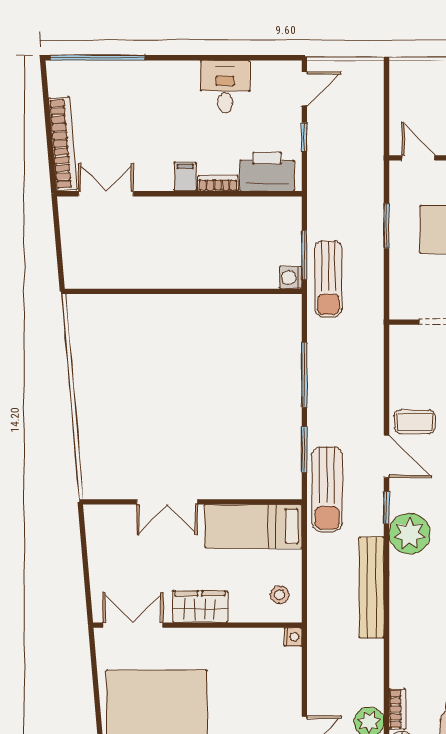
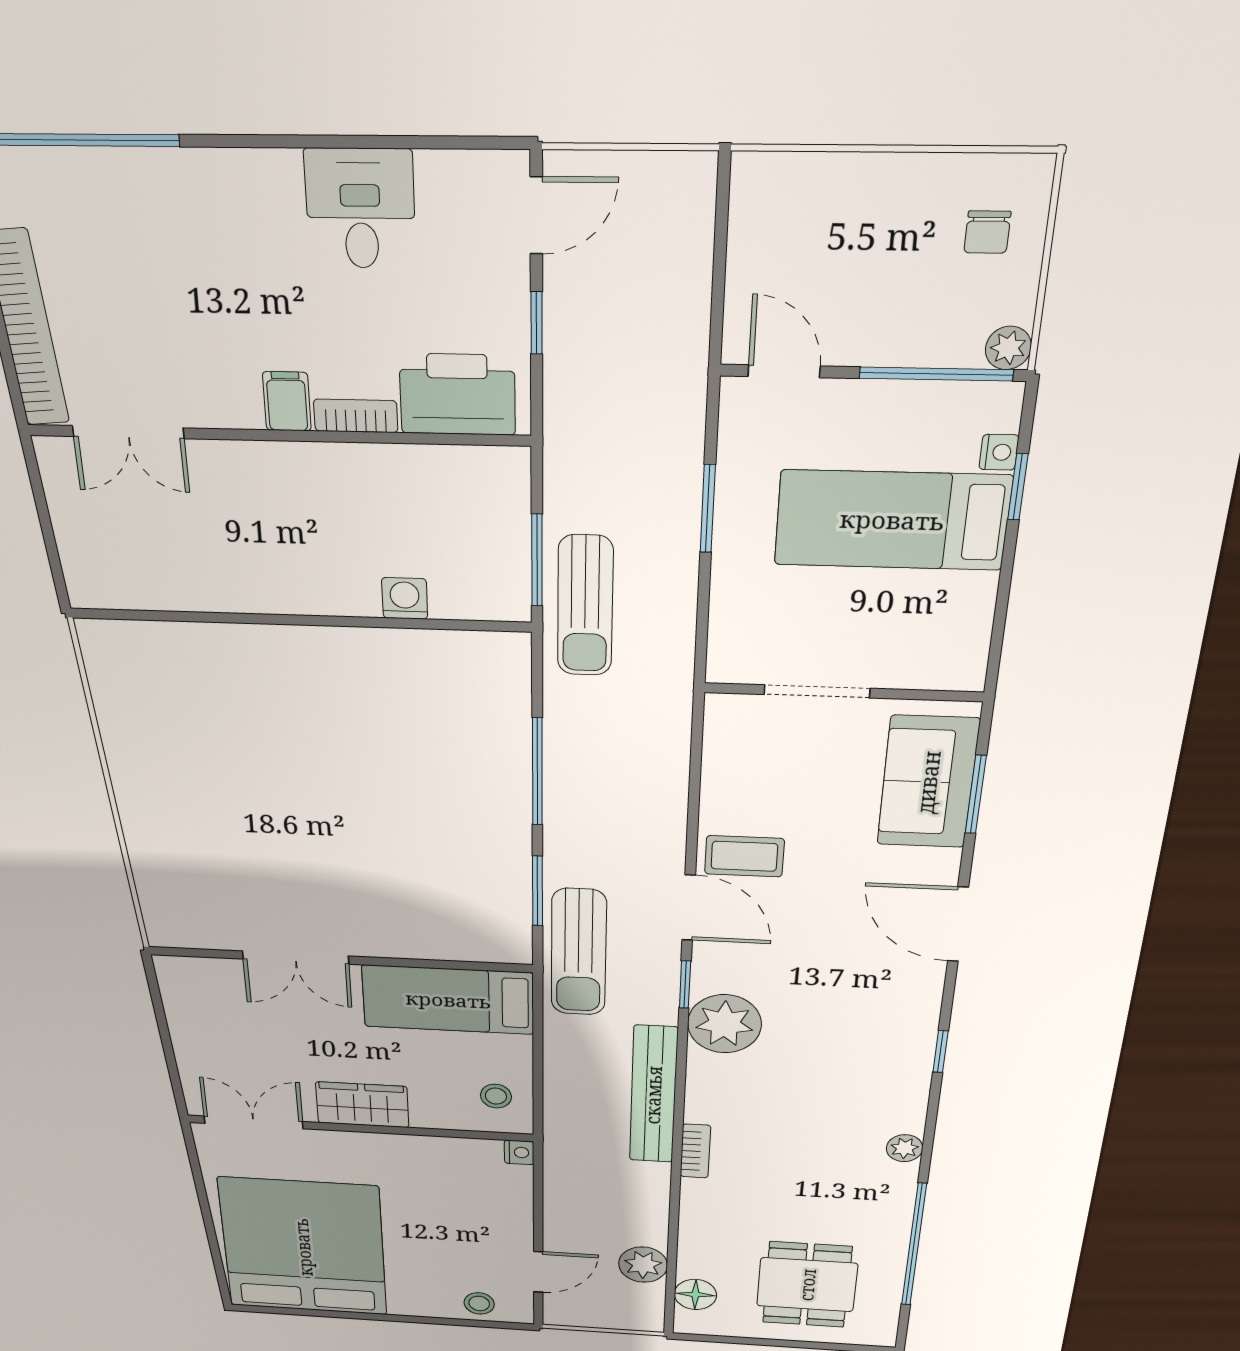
double door: (106, 194) -> (128, 432), swing flipped
washing machine: (291, 278) -> (405, 598), moved, turned 90
bookcase: (397, 709) -> (695, 1151), moved

